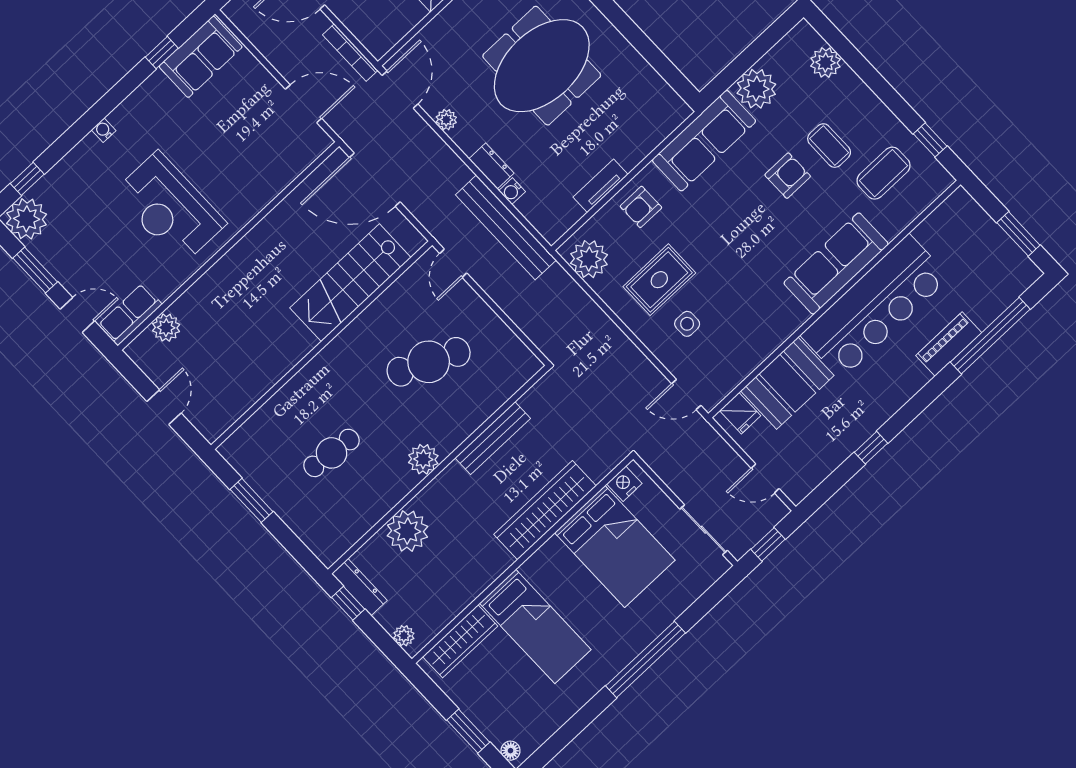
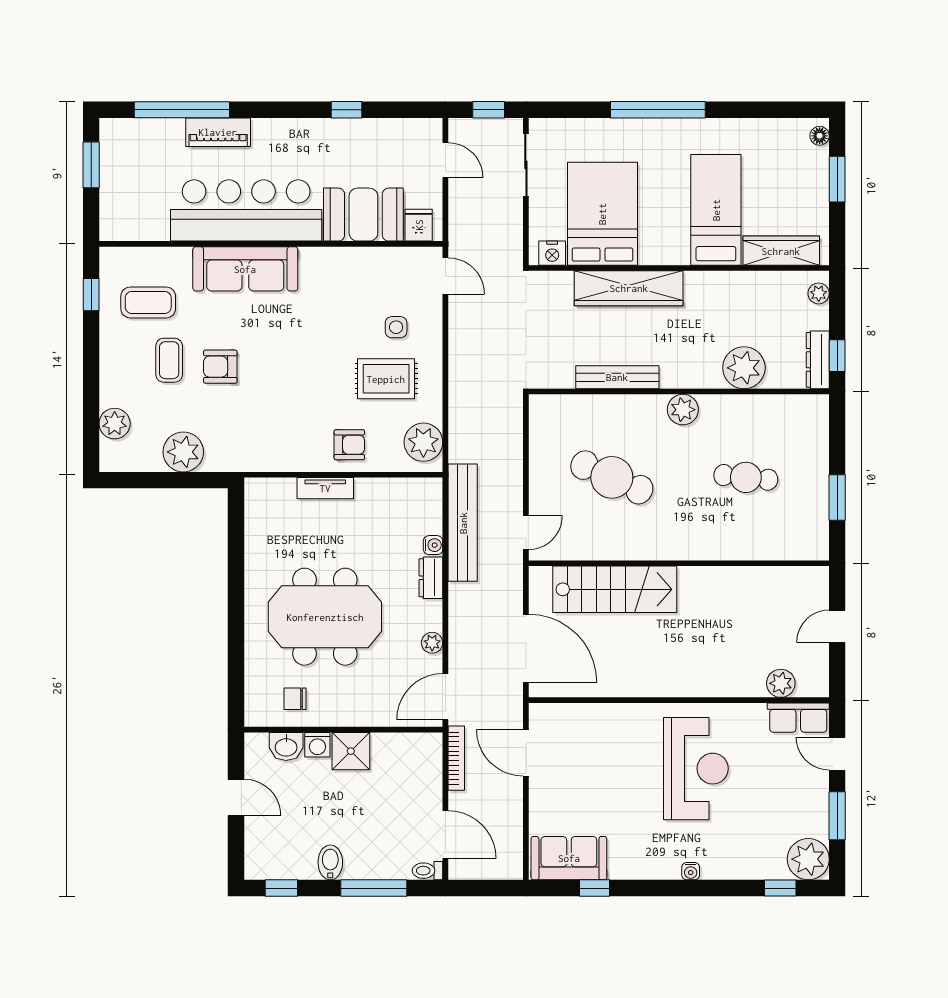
sofa: (704, 141) -> (258, 450), removed
tv unit: (600, 186) -> (325, 488), moved

